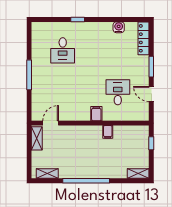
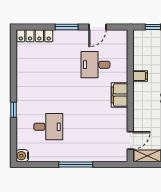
water cooler: (119, 27) -> (22, 156), moved
filing cabinet: (96, 114) -> (119, 95), width x2.00
door: (51, 123) -> (130, 140), swing flipped

